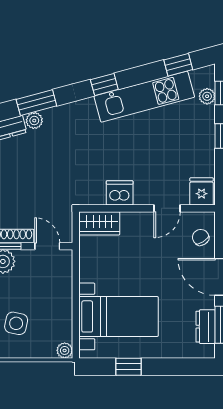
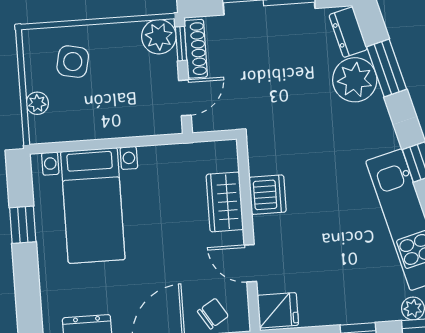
plant: (34, 121) -> (355, 80), width x1.88, depth x1.88
wardrobe: (99, 223) -> (225, 202), moved
plant: (65, 350) -> (37, 103), moved

